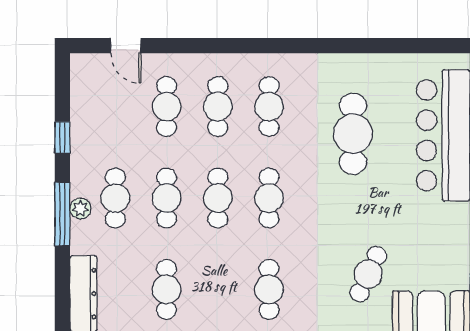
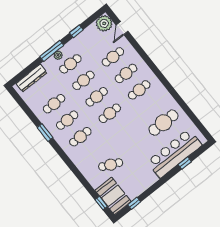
plant: (89, 73) -> (104, 23), added
cafe table: (353, 134) -> (163, 123), moved
cafe table: (218, 289) -> (67, 120), added

